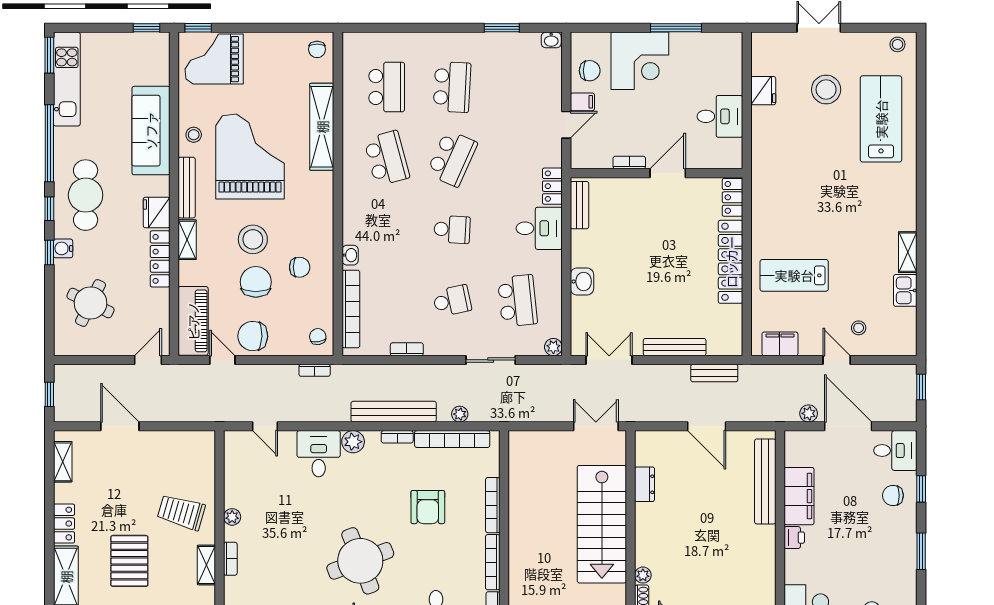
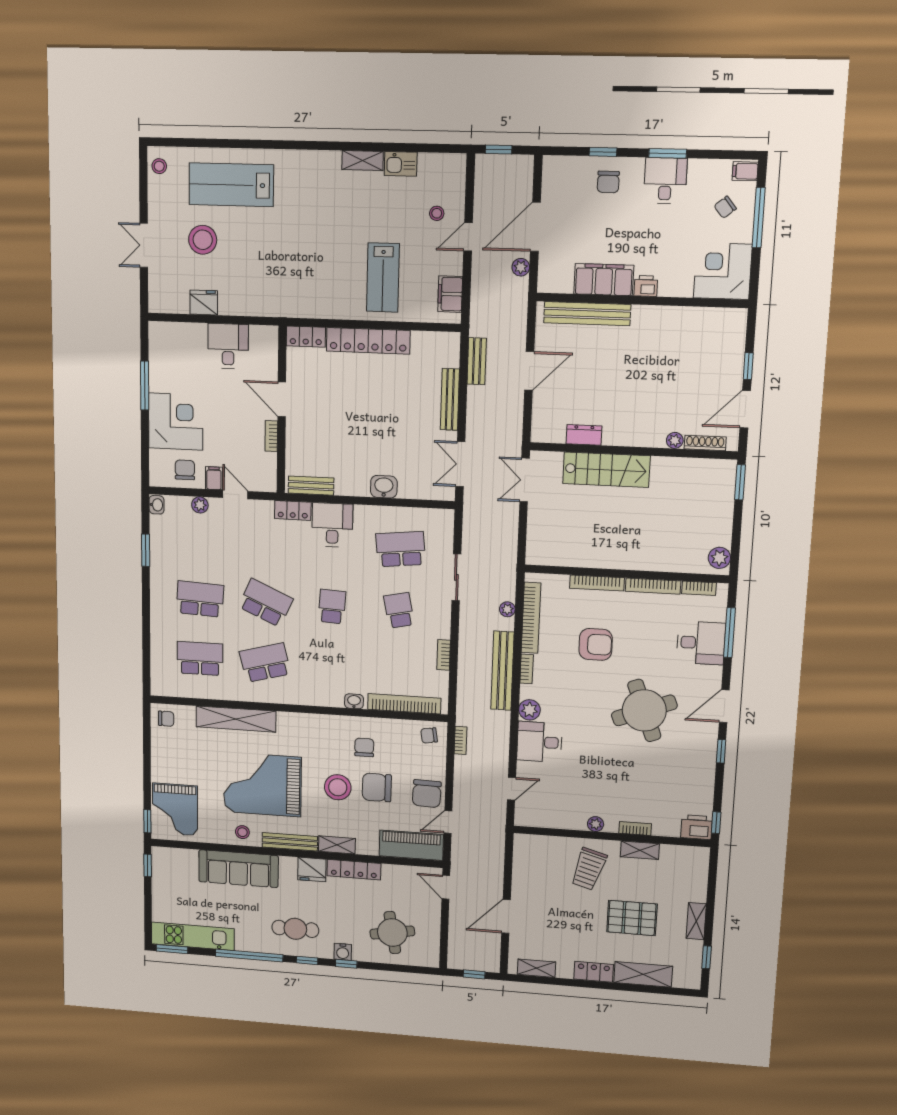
cafe table: (86, 195) -> (295, 929), width x0.73, depth x0.74
round table: (91, 303) -> (392, 933), turned -36
plant: (553, 347) -> (200, 505), moved
desk: (895, 451) -> (665, 181), moved
stairs: (602, 524) -> (606, 470), width x0.73, depth x0.66

